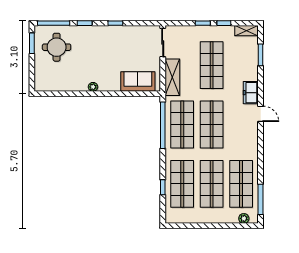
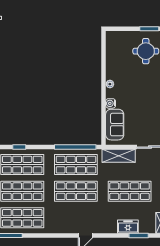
water cooler: (114, 86) -> (111, 103), added
freezer: (251, 93) -> (128, 227), moved

